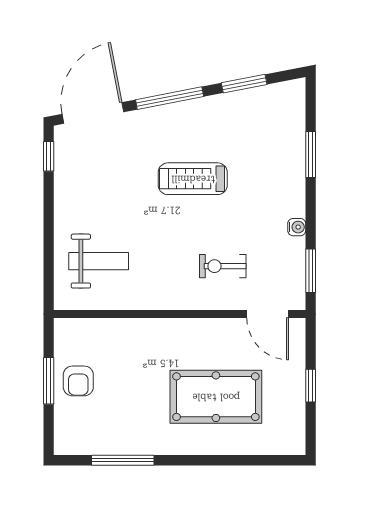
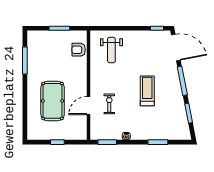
door: (268, 314) -> (88, 106), moved
armchair: (78, 381) -> (79, 50), moved

